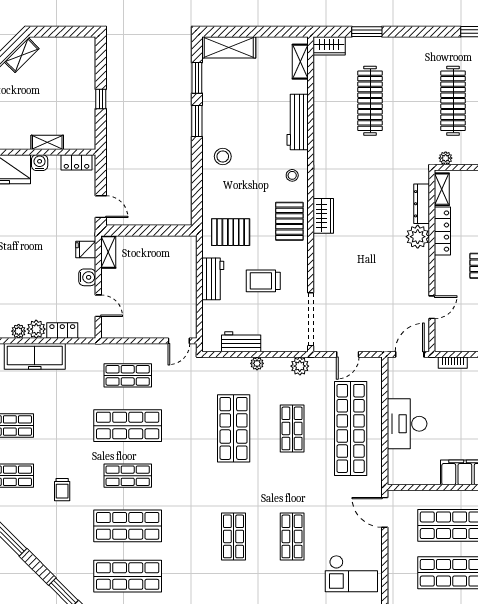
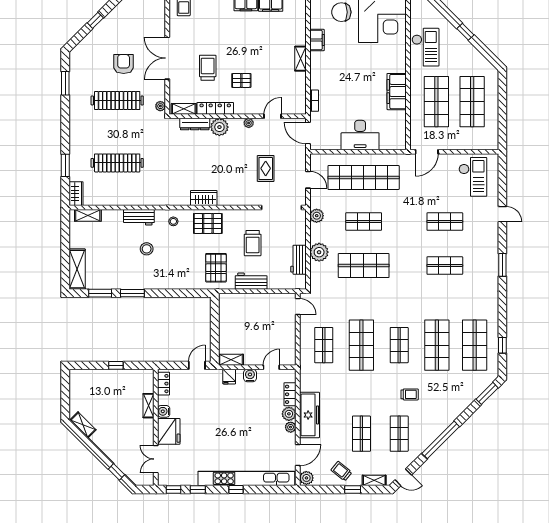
workbench: (298, 122) -> (139, 217), width x0.73
stool: (223, 156) -> (147, 249), moved
plant: (423, 275) -> (249, 123), added
rug: (363, 298) -> (266, 168), added
door: (432, 307) -> (272, 116), hinge flipped
plant: (257, 363) -> (319, 252), width x1.88, depth x1.88

